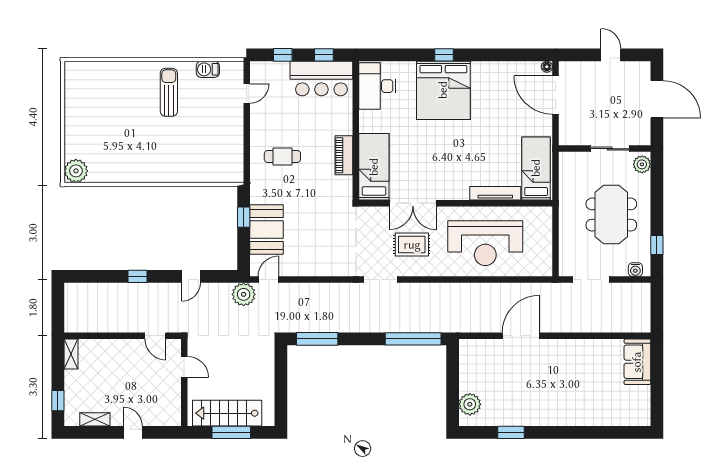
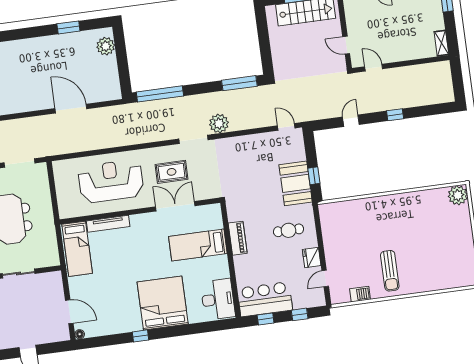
window: (444, 55) -> (140, 336), moved
door: (556, 95) -> (69, 312), width x0.73
fridge: (259, 120) -> (312, 258), added
bed: (374, 167) -> (198, 245), moved, turned 90
booth: (266, 230) -> (296, 183), moved
door: (269, 280) -> (286, 127), swing flipped
plant: (244, 294) -> (219, 123), moved
door: (521, 336) -> (71, 109), swing flipped

